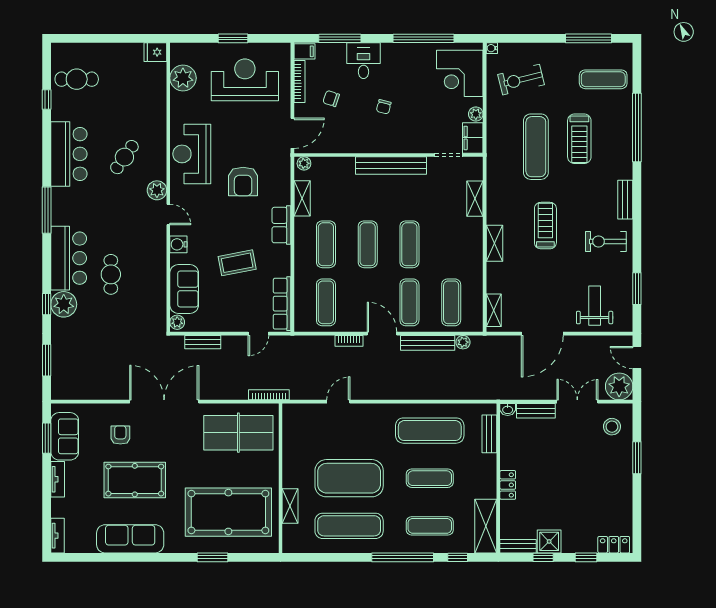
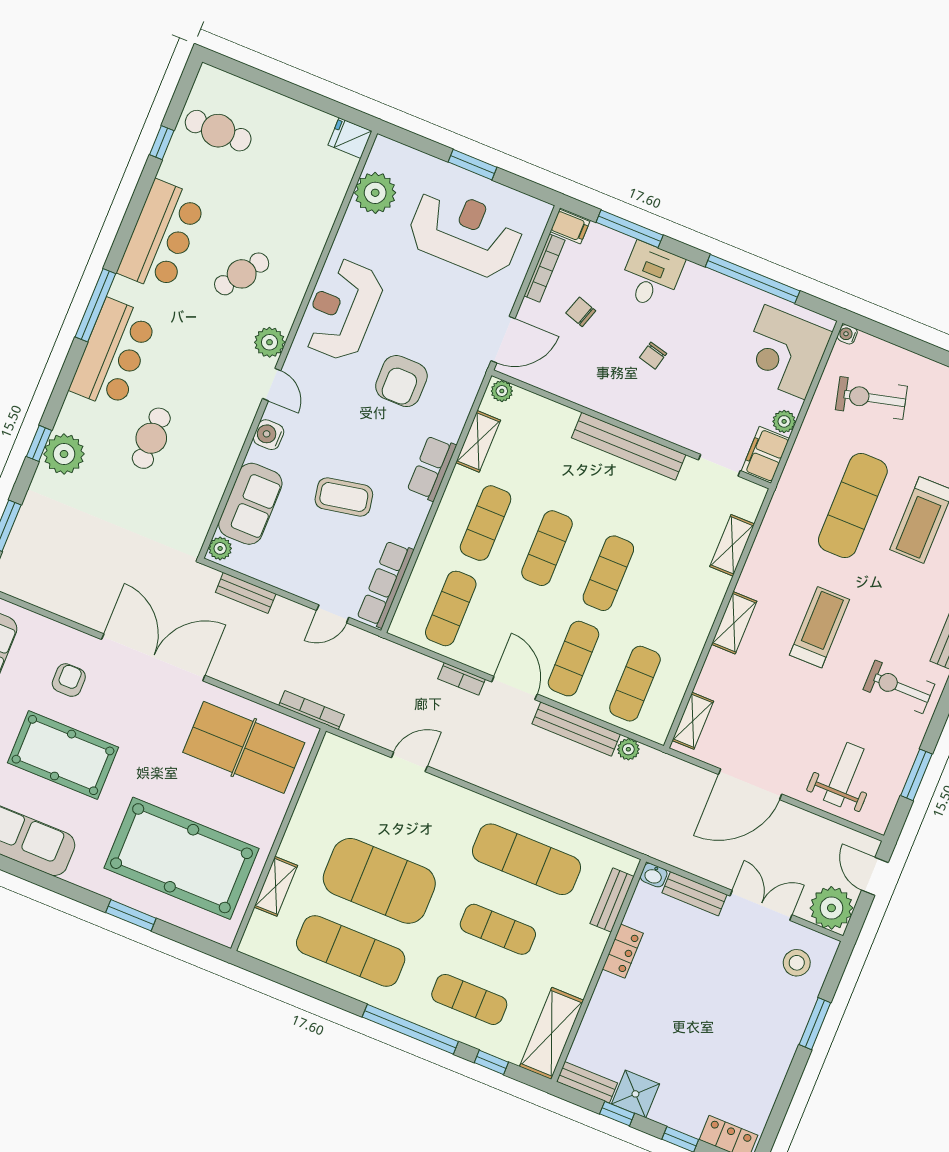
bar counter: (69, 258) -> (113, 354), moved
locker: (508, 485) -> (623, 951), moved

